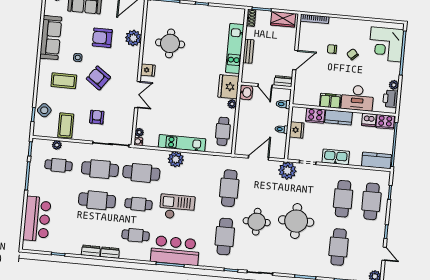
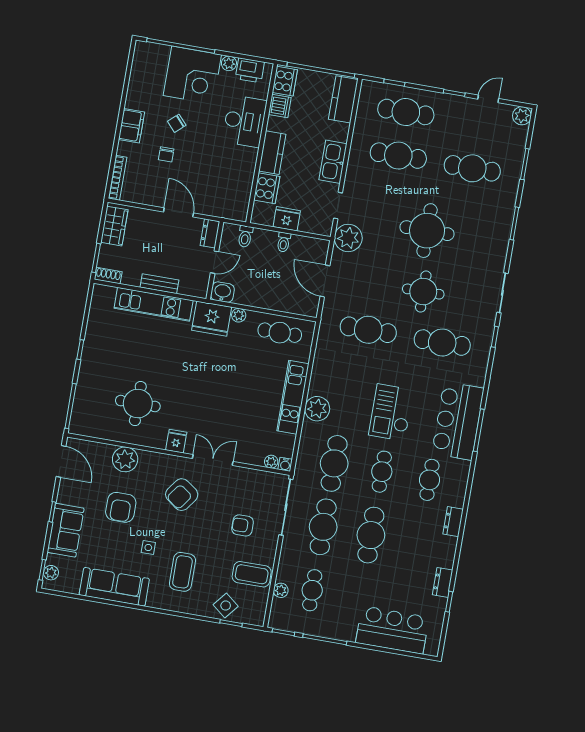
corner desk: (386, 44) -> (192, 75), moved
armchair: (98, 78) -> (182, 495), moved
filing cabinet: (330, 101) -> (131, 126), moved, turned 180
dresser: (91, 251) -> (443, 582), moved

